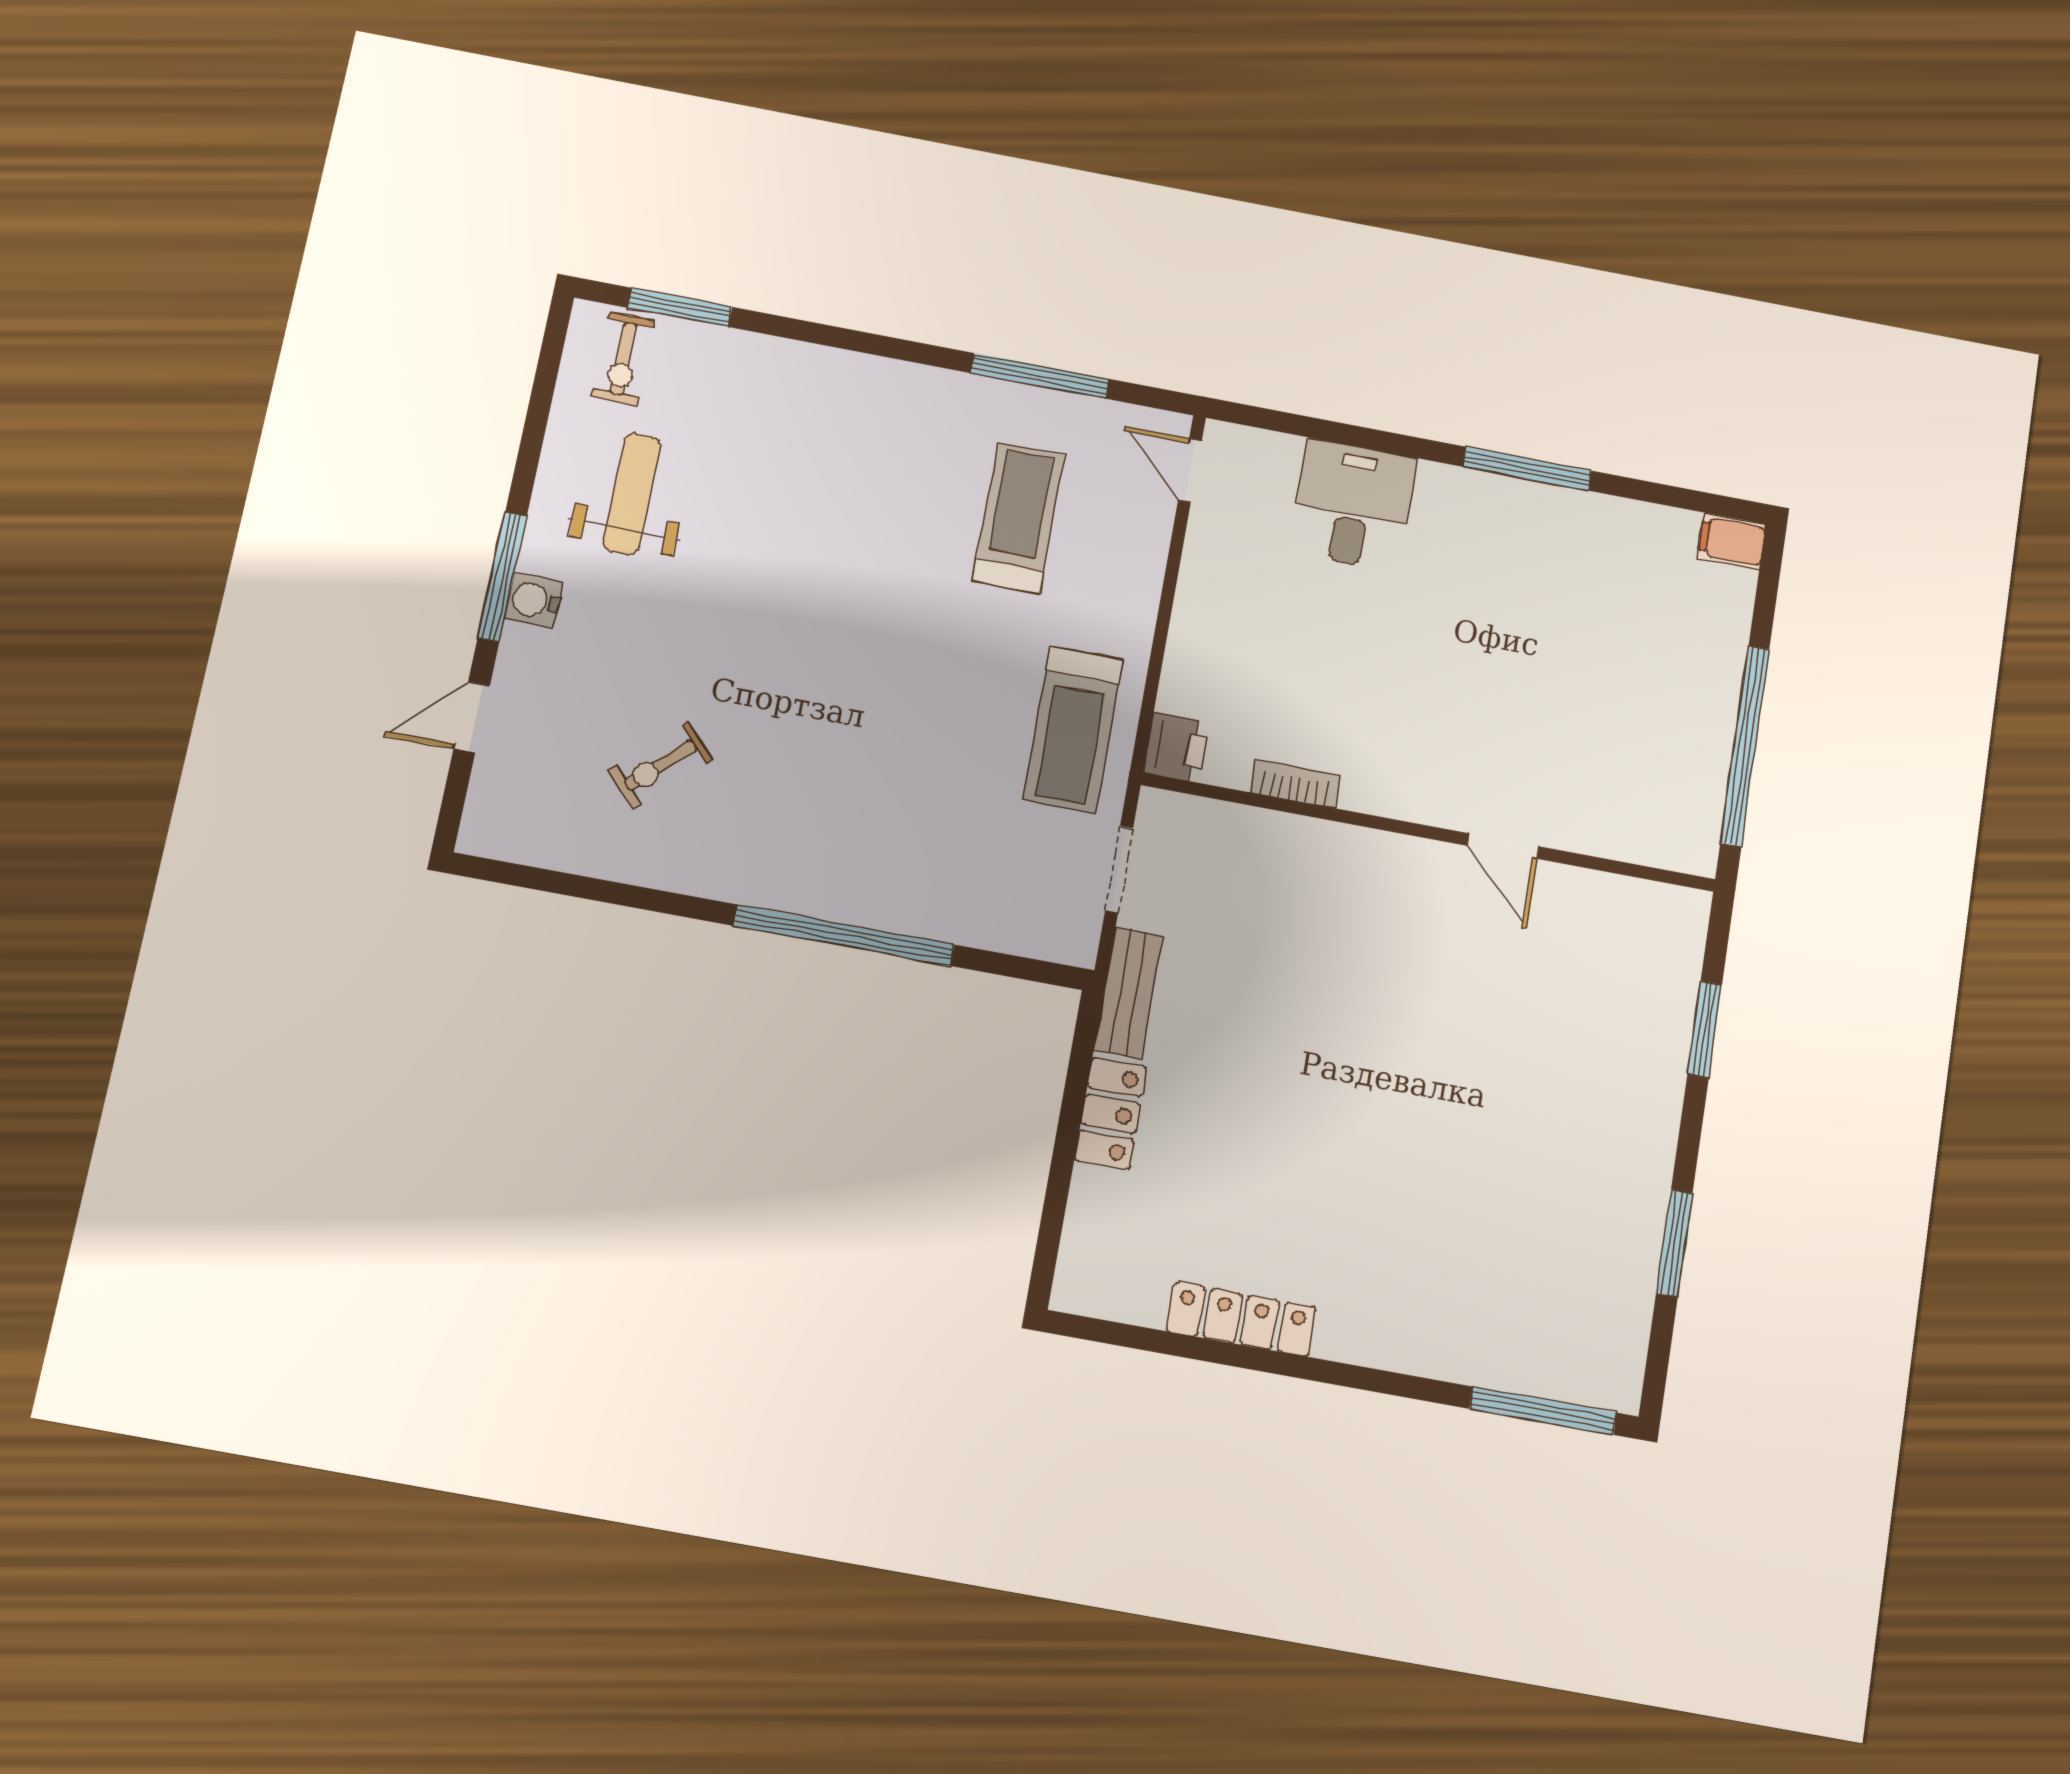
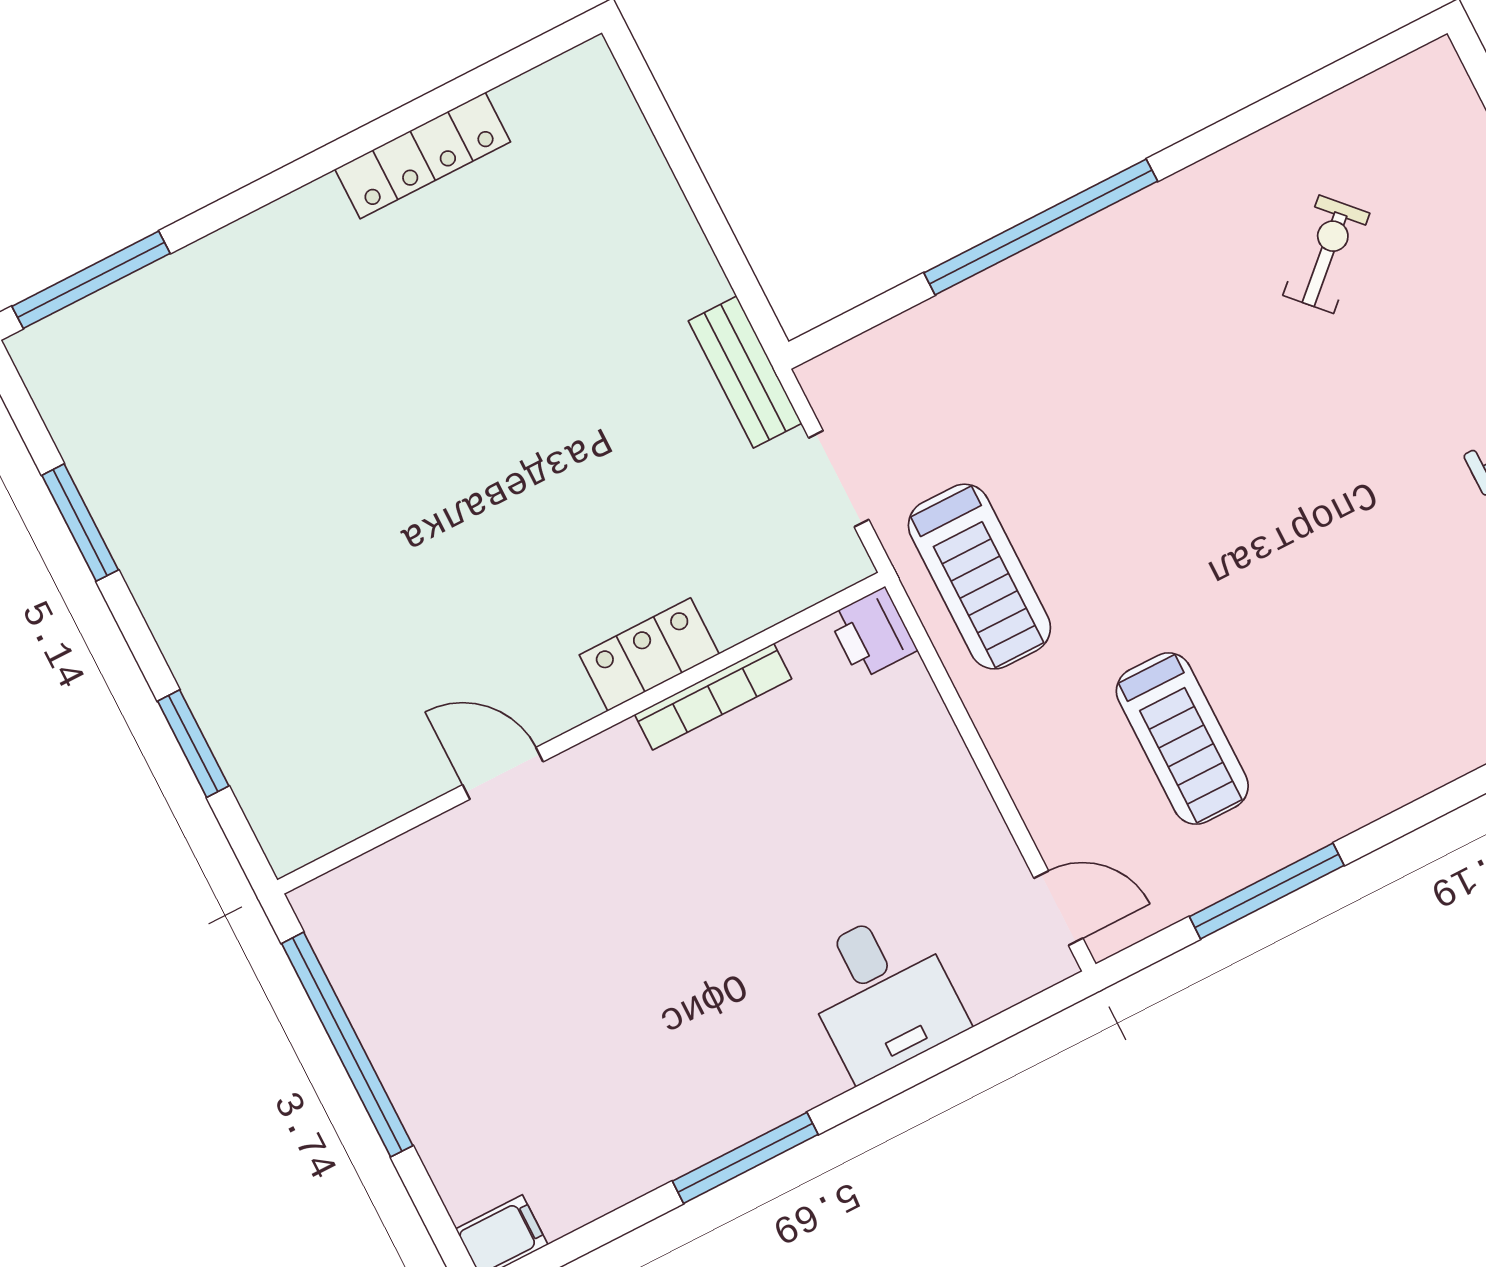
treadmill: (1073, 730) -> (979, 577), turned 180
bookcase: (1295, 784) -> (713, 697), width x1.56
locker: (1111, 1114) -> (649, 654), moved, turned 90

